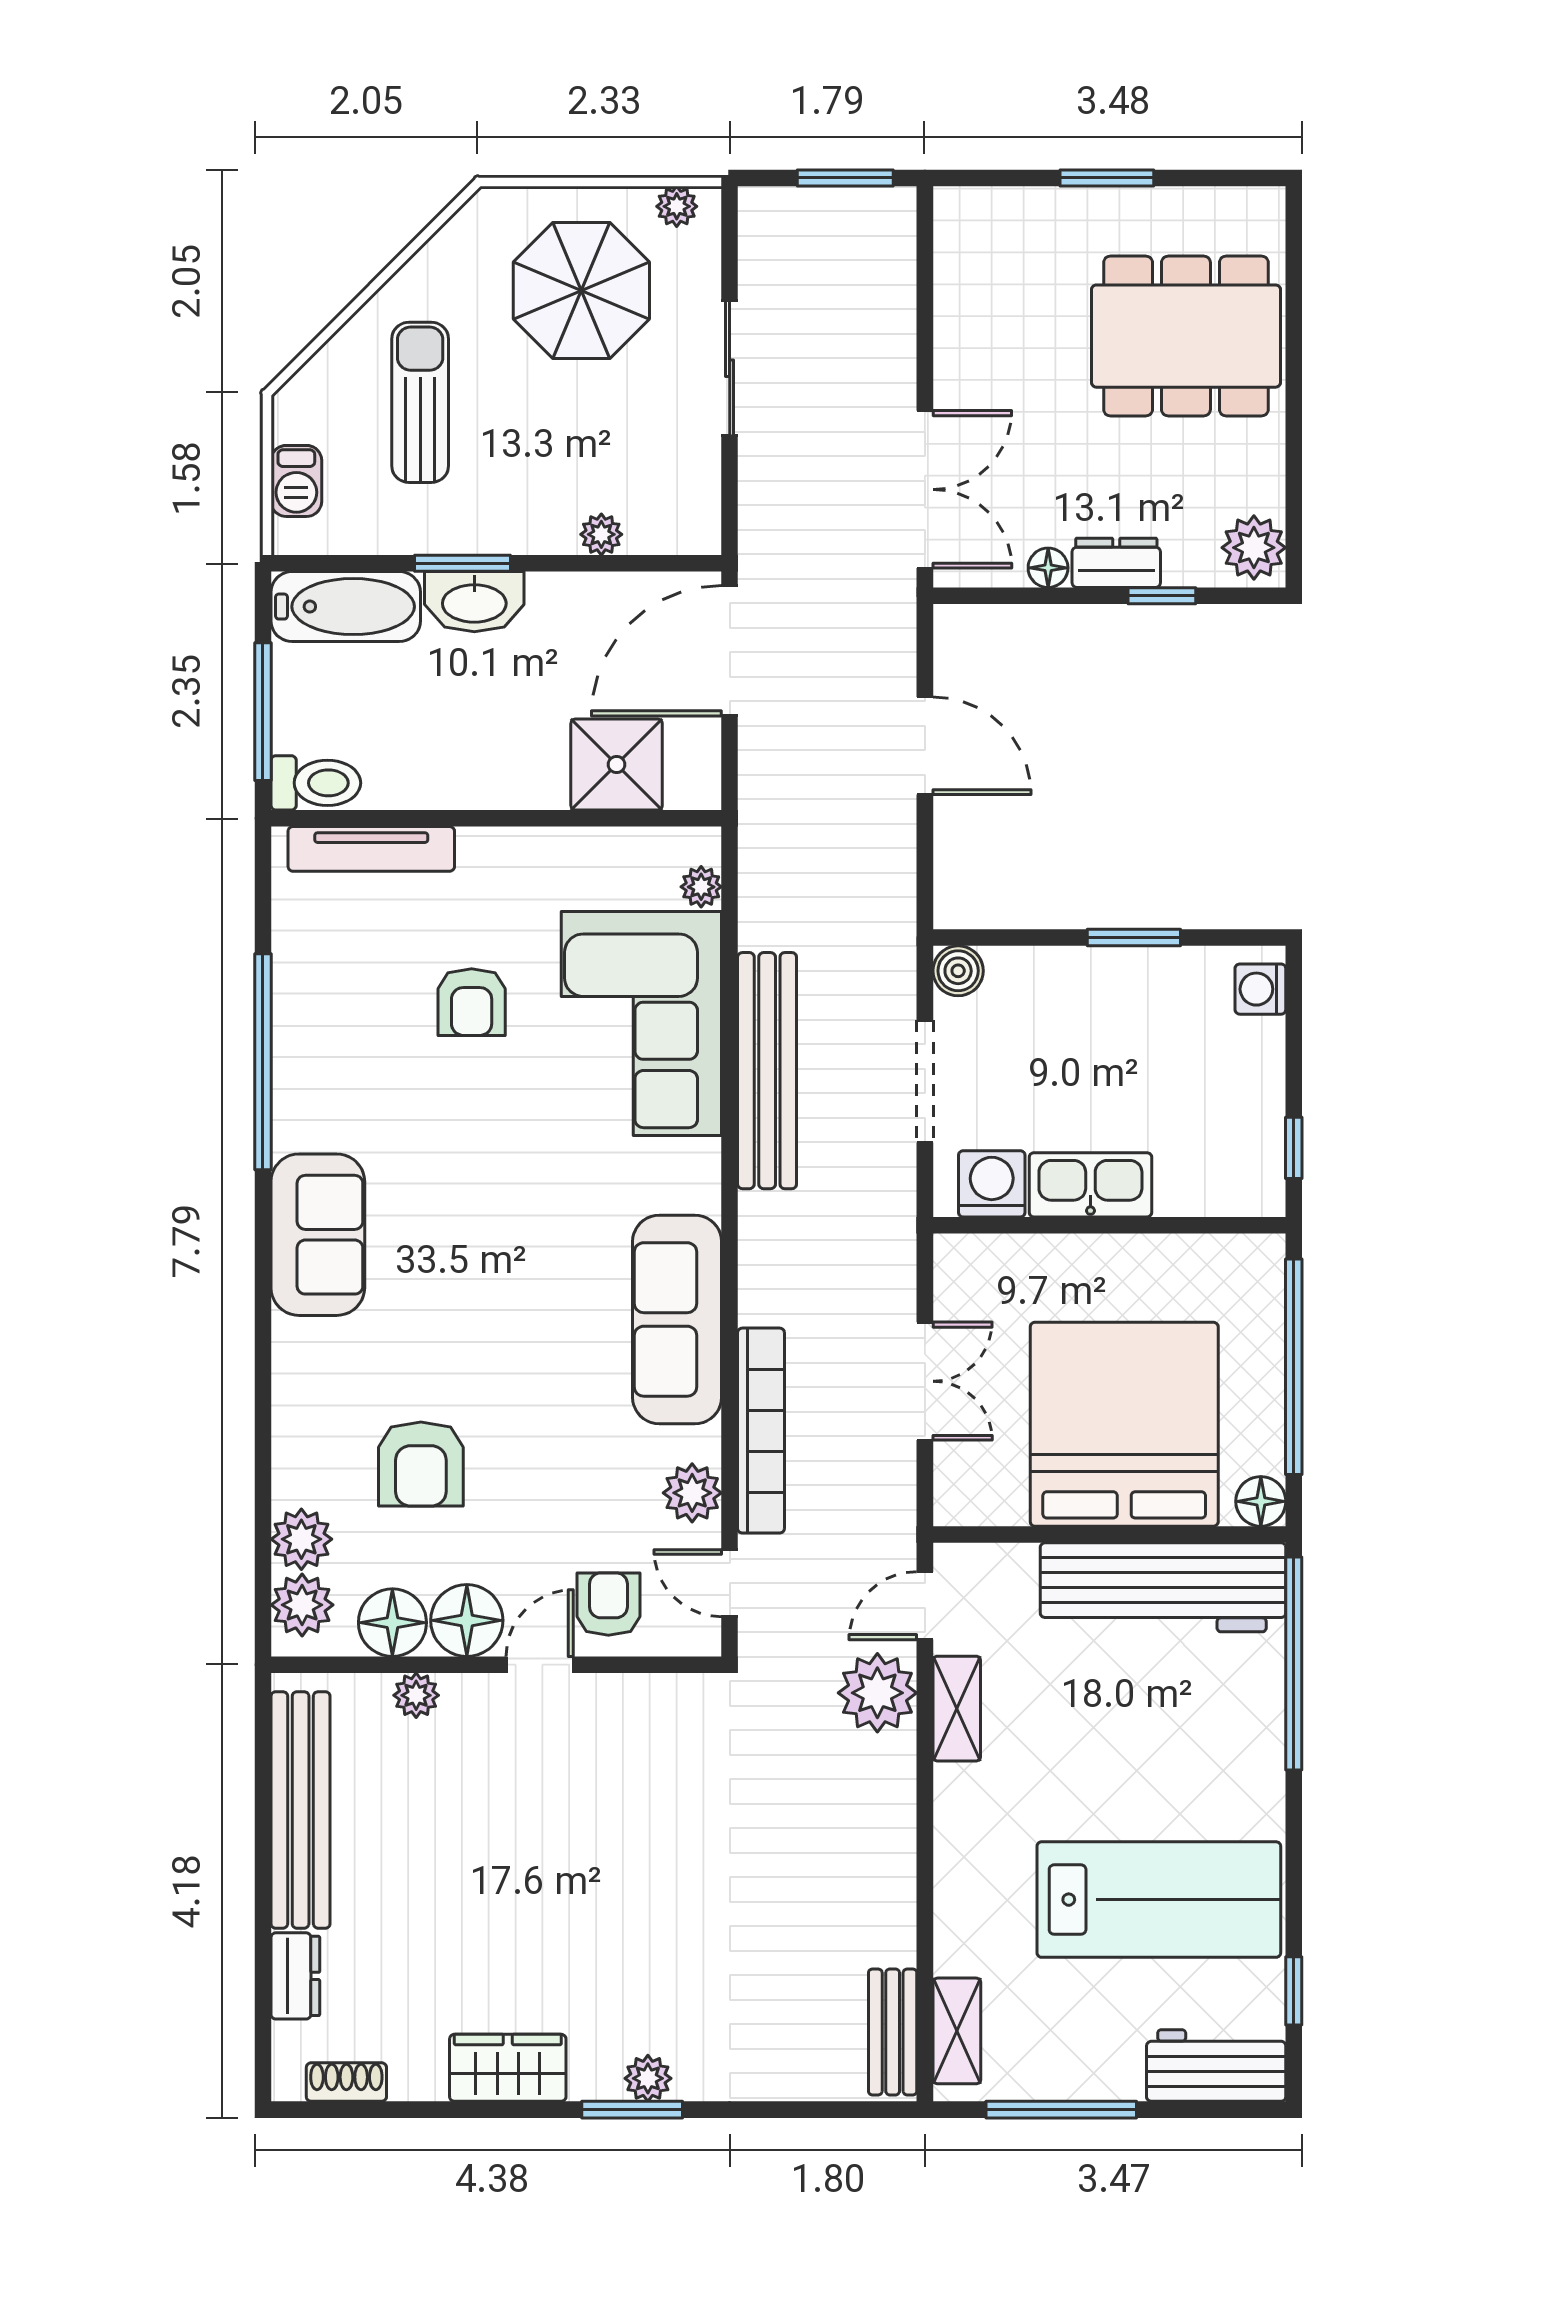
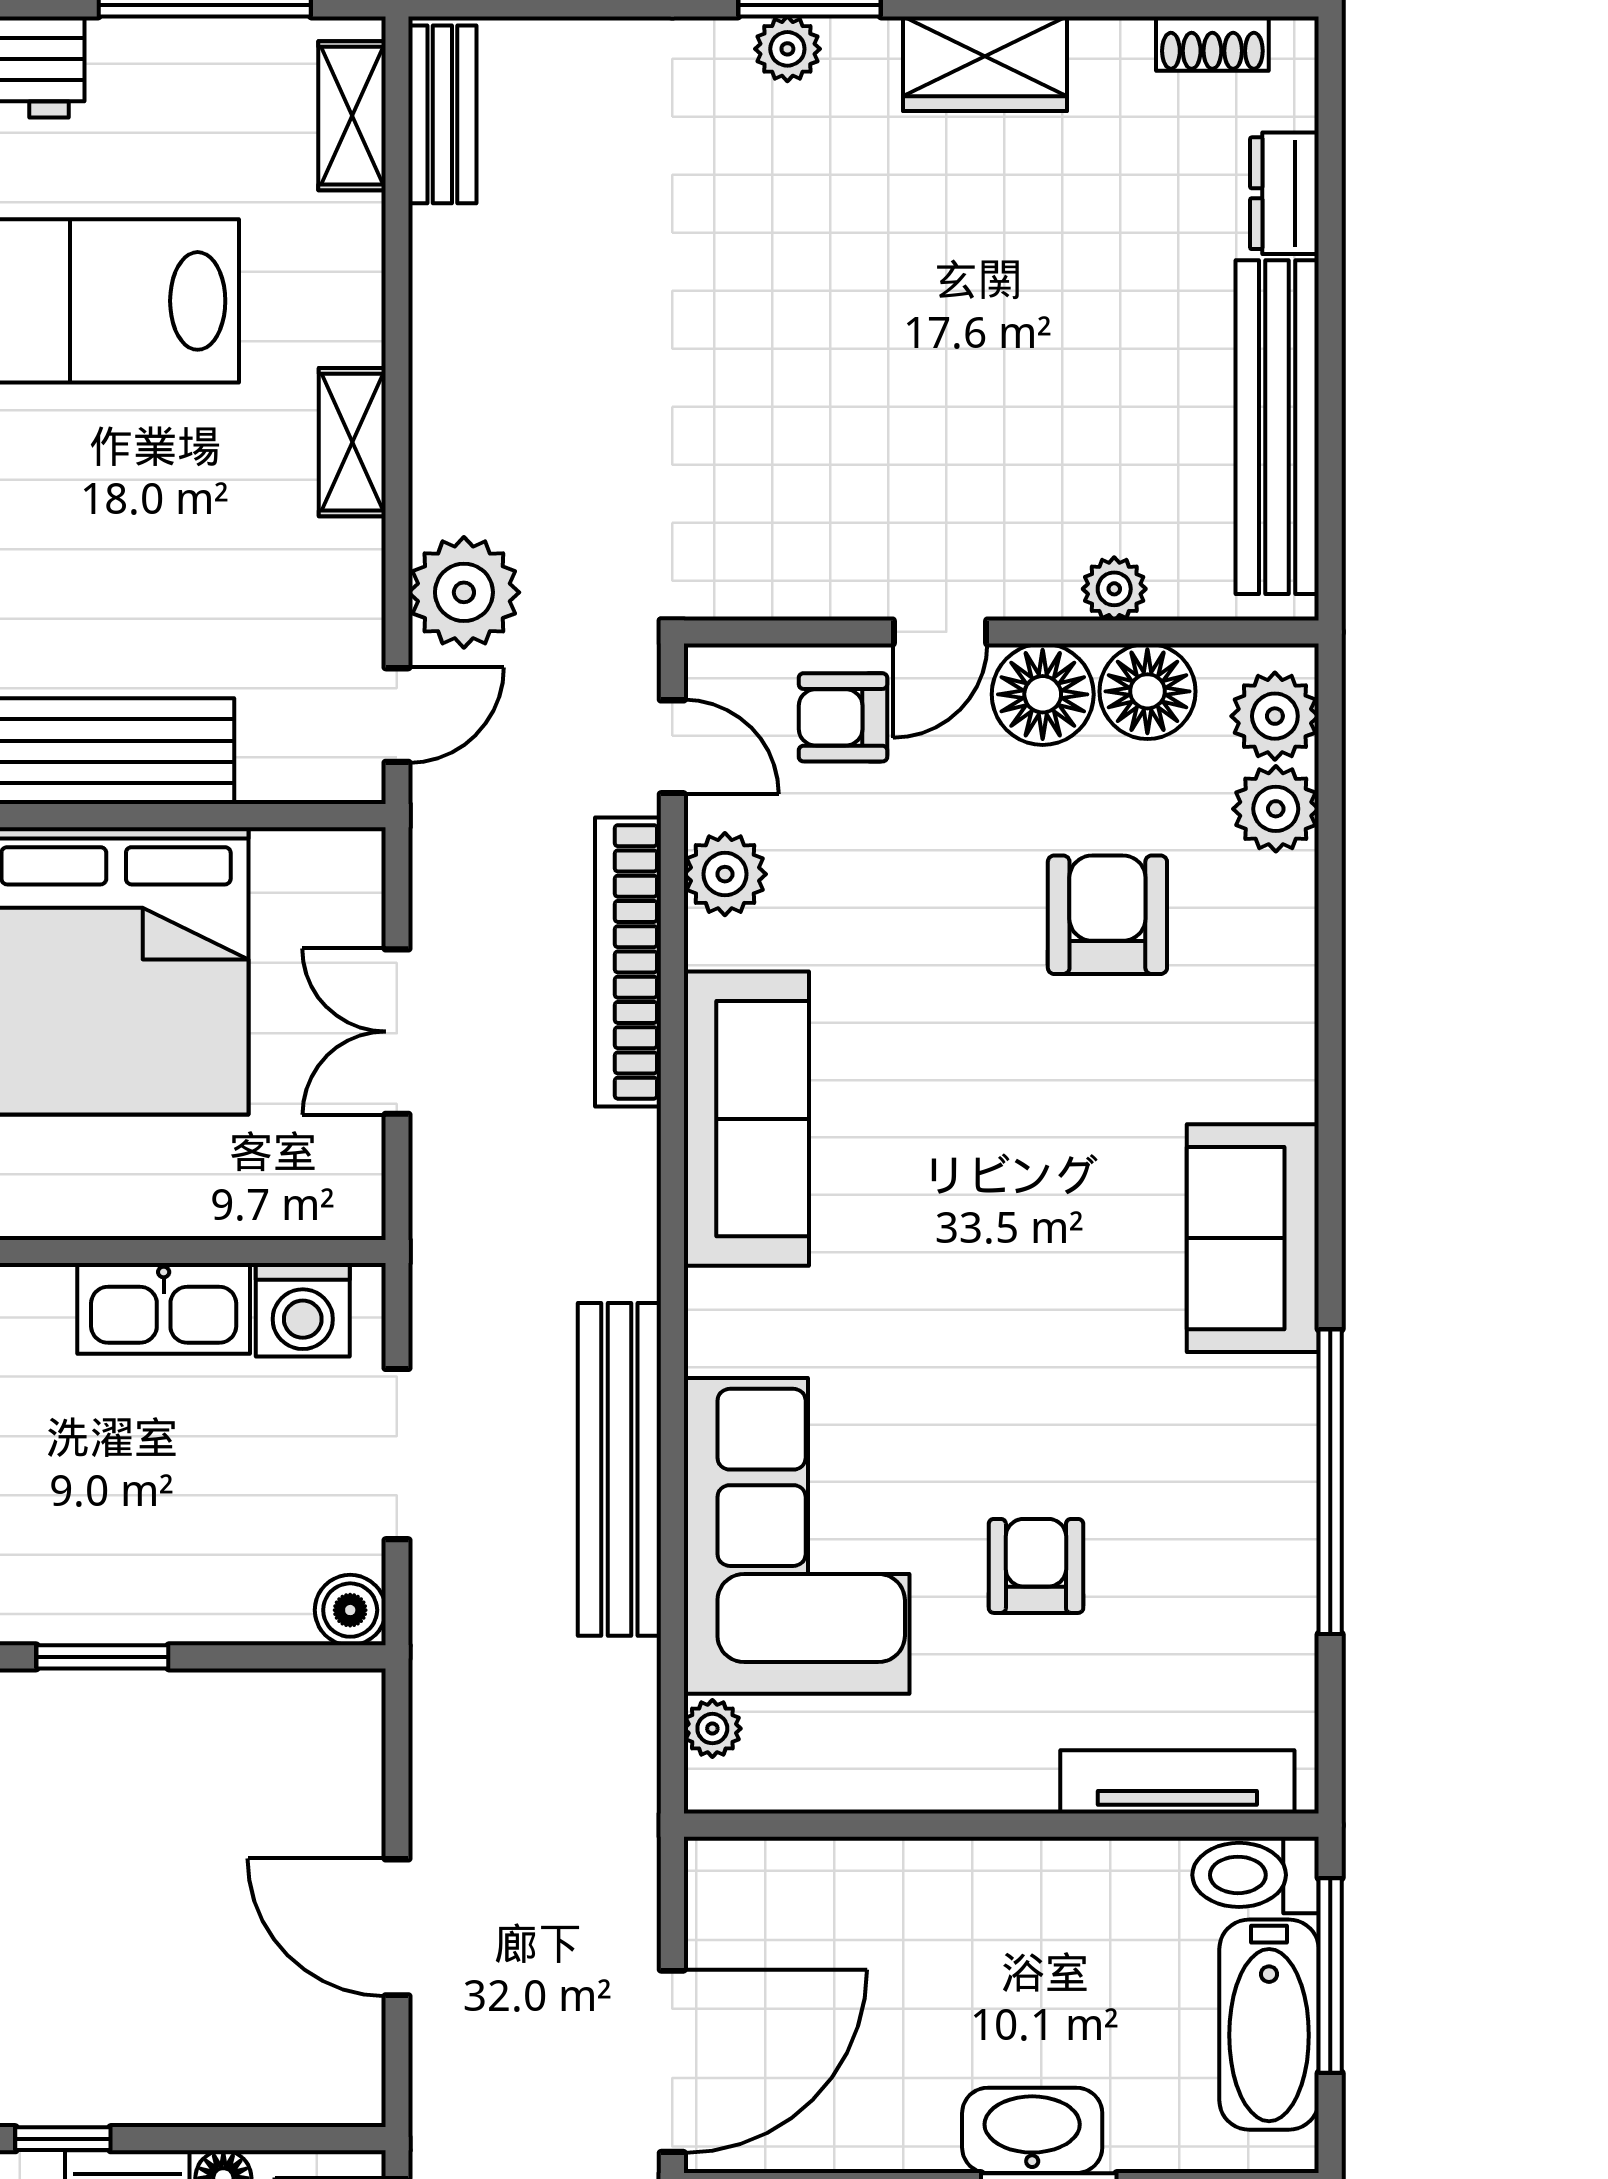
bathtub: (346, 607) -> (1269, 2025), moved, turned -90
shower: (617, 765) -> (832, 1901), removed
armchair: (608, 1604) -> (843, 717), turned 90
shelving: (957, 1709) -> (352, 442), moved

